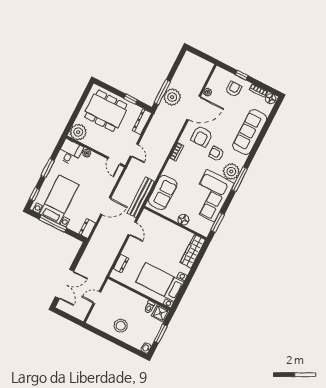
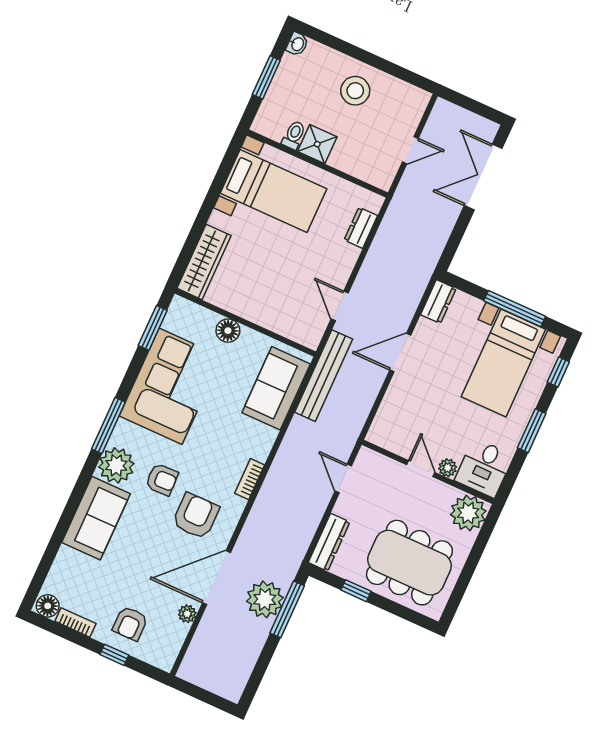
sofa: (250, 132) -> (96, 518), width x0.73
door: (114, 161) -> (421, 469), moved
plant: (231, 172) -> (116, 465), moved
shower: (161, 313) -> (317, 144), moved

